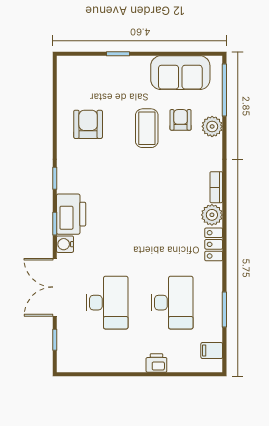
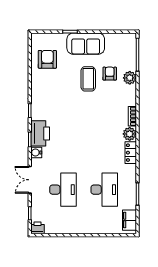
sofa: (180, 73) -> (86, 44), moved
armchair: (88, 124) -> (47, 59), moved
double door: (55, 287) -> (30, 180), width x0.73
filing cabinet: (212, 351) -> (129, 220), width x2.00
printer: (156, 363) -> (38, 228), moved

